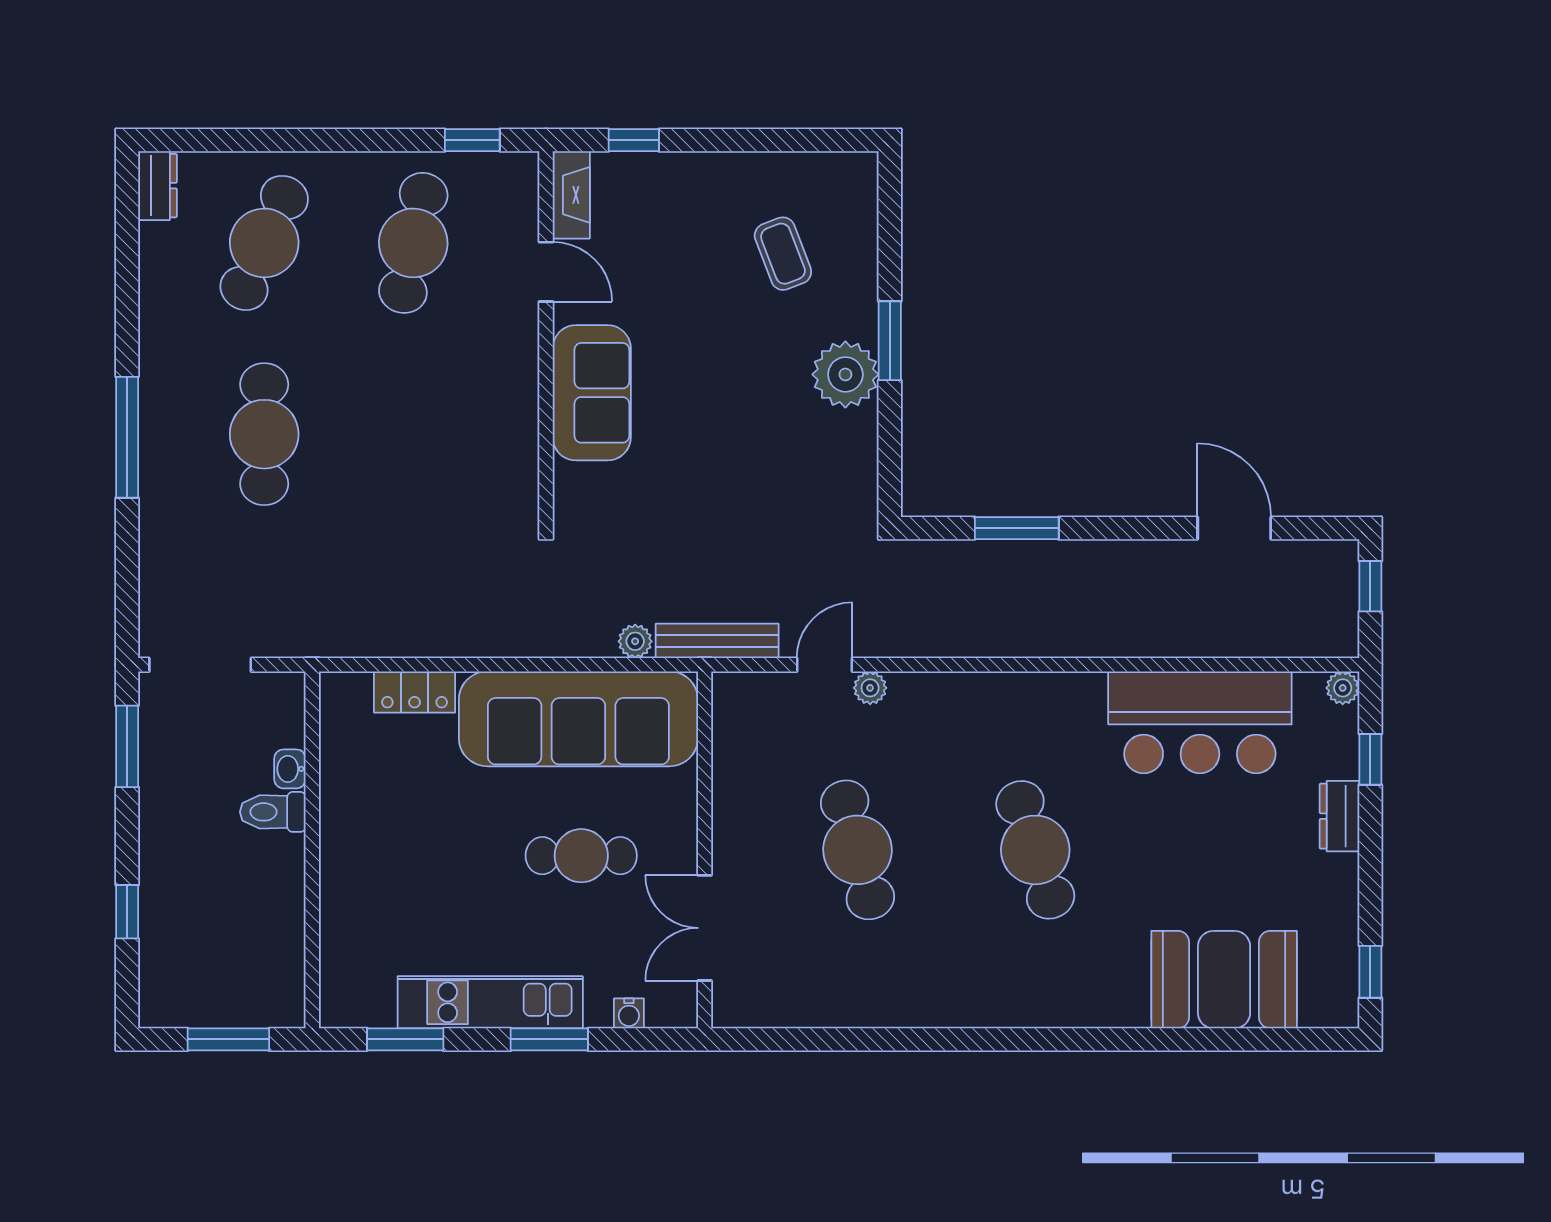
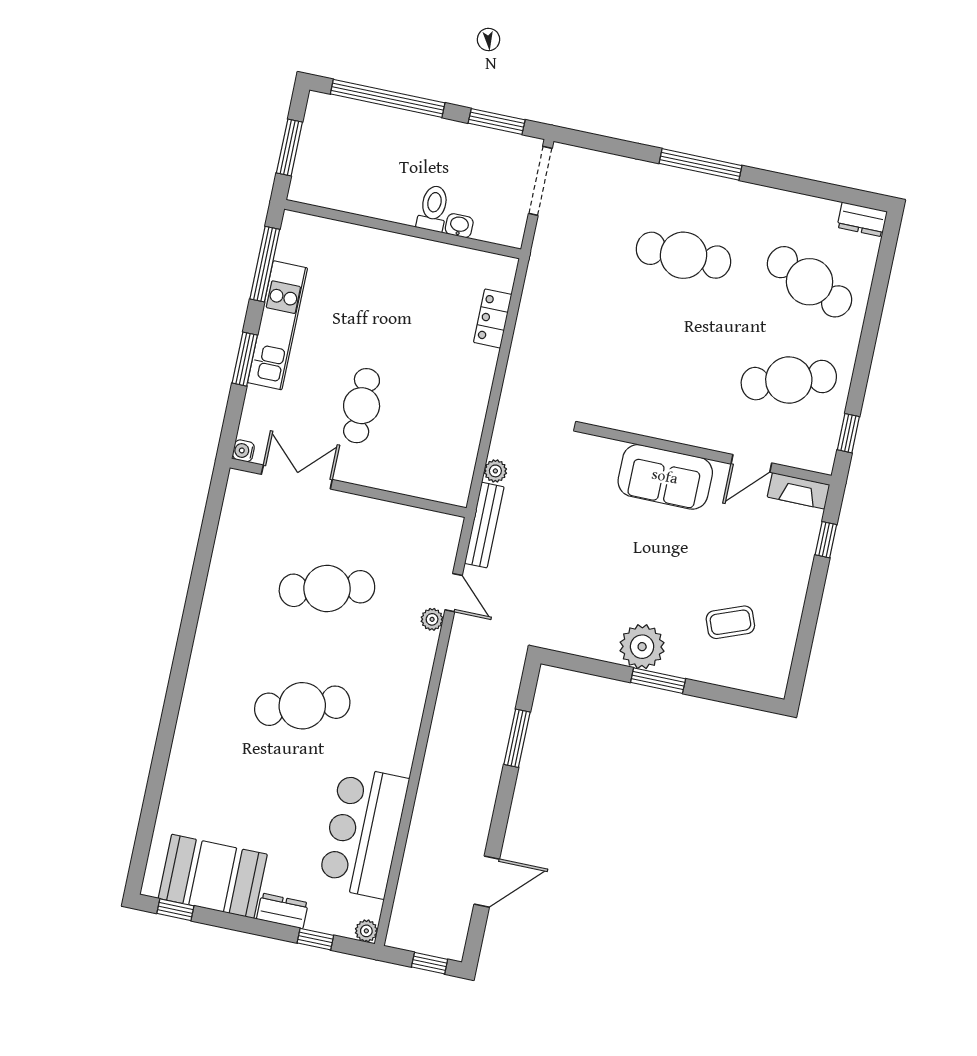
cafe table: (413, 243) -> (789, 380), turned -30
sofa: (578, 719) -> (452, 423), removed
window: (127, 912) -> (388, 98), width x3.17
booth: (1224, 980) -> (213, 876), moved, turned 90
water cooler: (629, 1013) -> (243, 451), moved
window: (405, 1039) -> (265, 264), width x1.44

